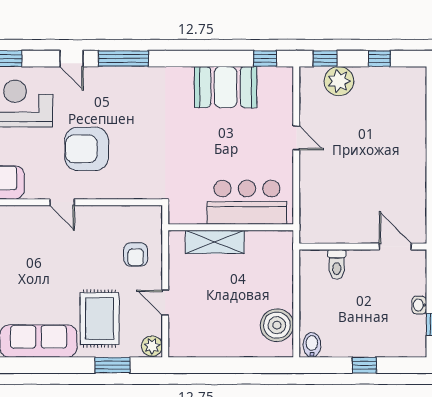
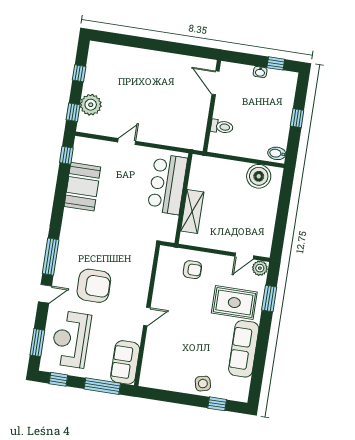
armchair: (87, 149) -> (94, 286), moved, turned -90
door: (395, 247) -> (216, 83), hinge flipped
door: (165, 303) -> (244, 256), moved

